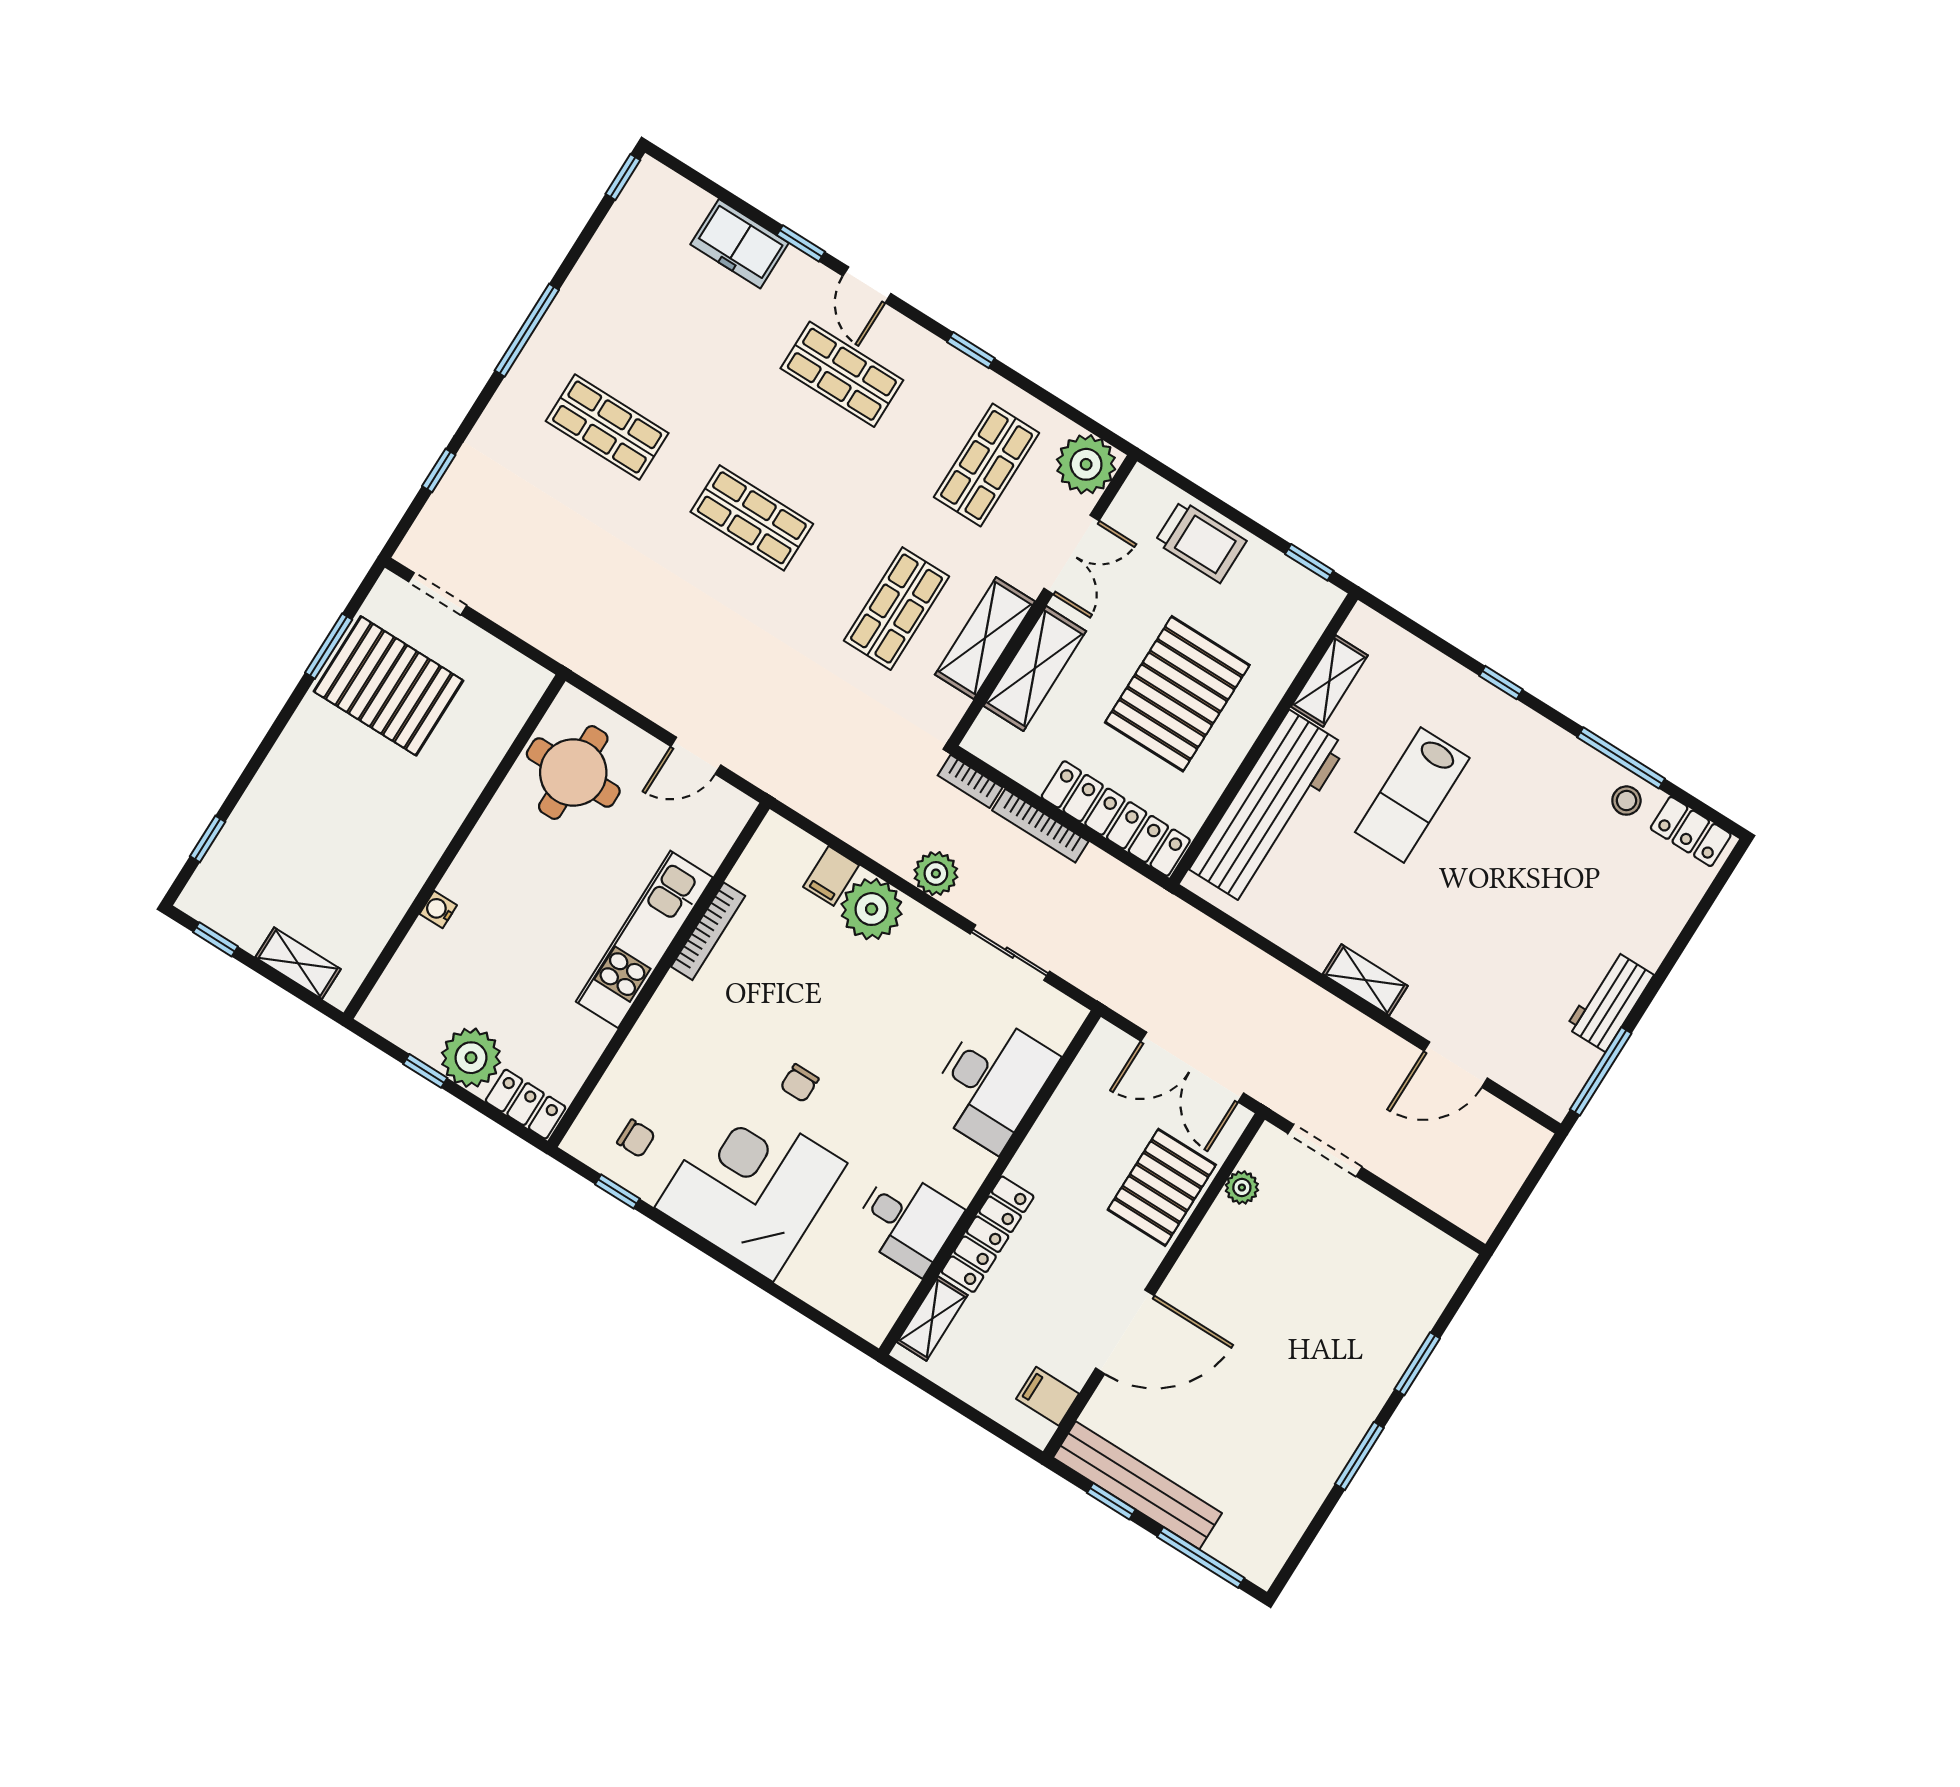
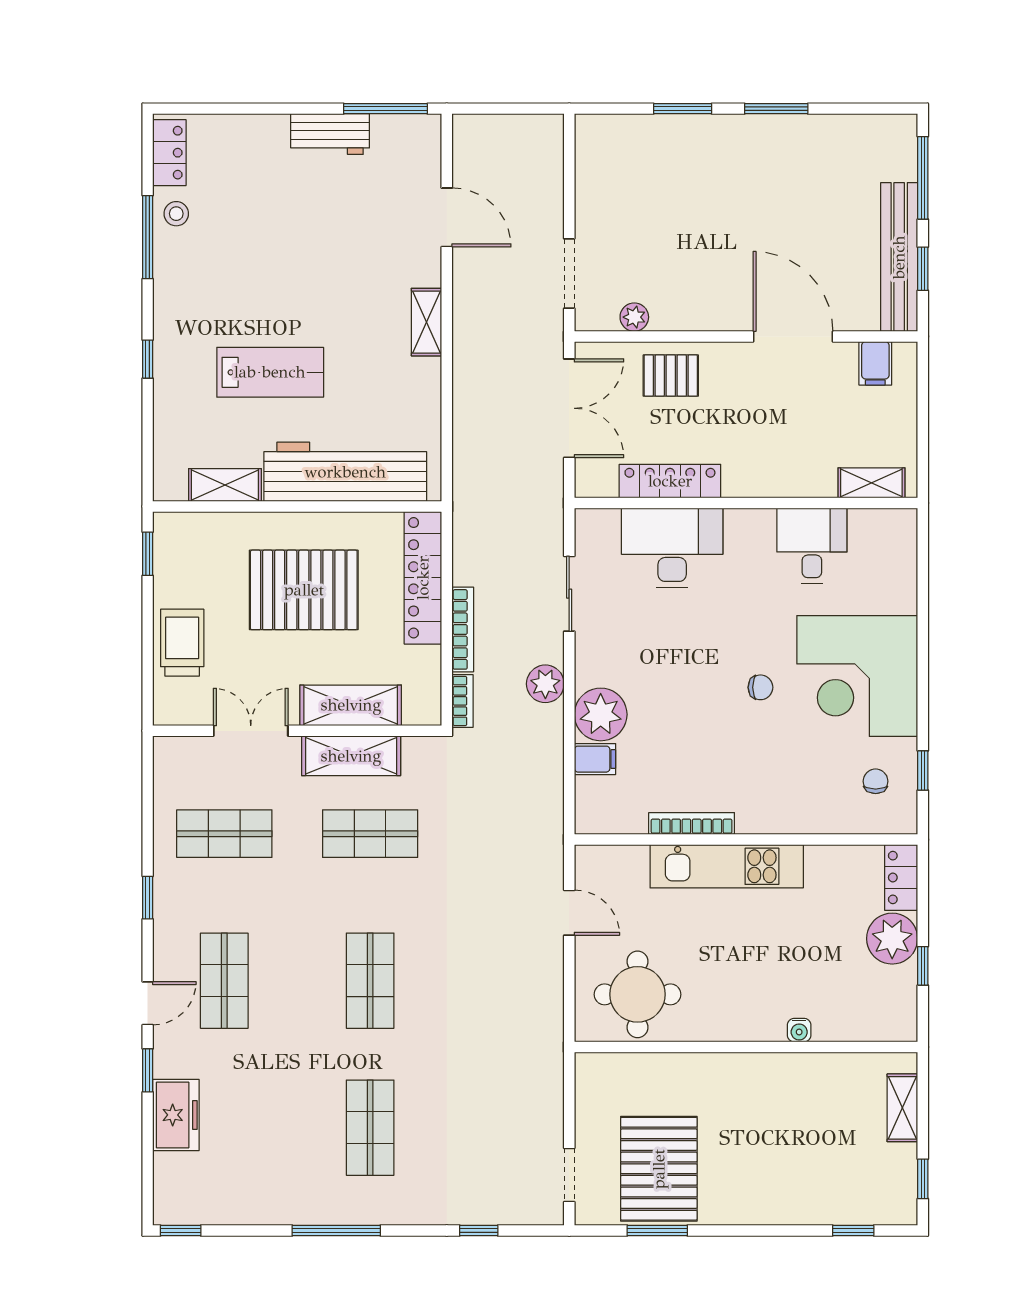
plant: (1086, 464) -> (178, 761), removed
pallet: (1162, 1187) -> (671, 376), width x0.67, depth x0.71
locker: (988, 1234) -> (670, 481), moved

